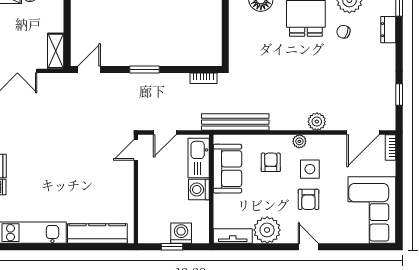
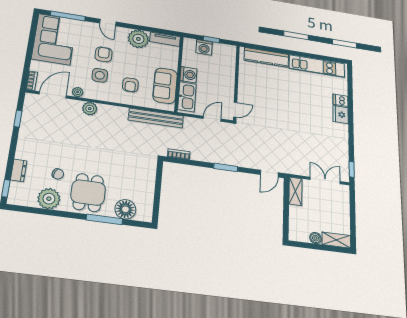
plant: (299, 141) -> (78, 92), moved
window: (359, 247) -> (68, 16), added

